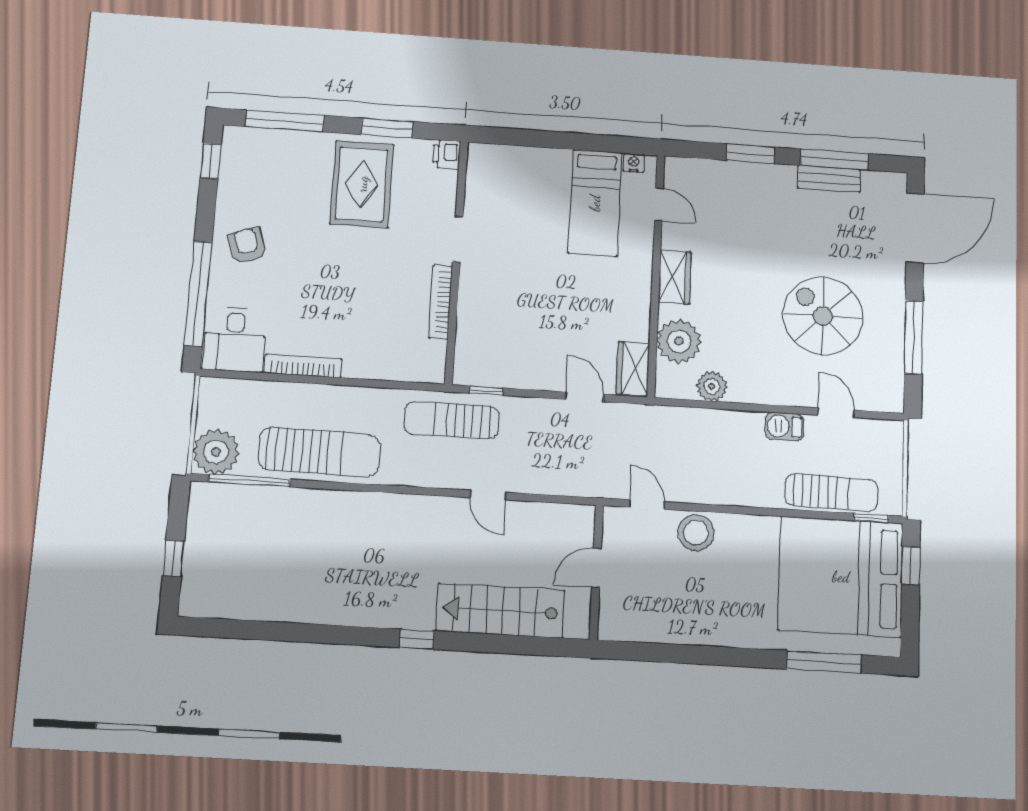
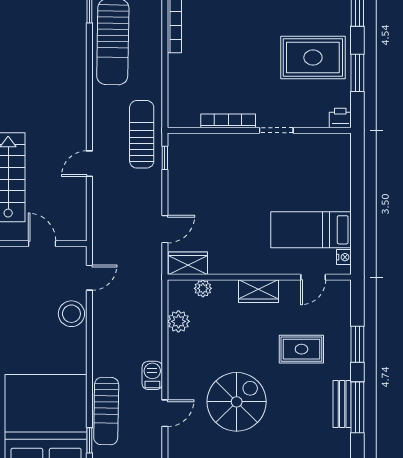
rug: (755, 226) -> (301, 349), added
plant: (679, 341) -> (203, 288), width x0.53, depth x0.53

